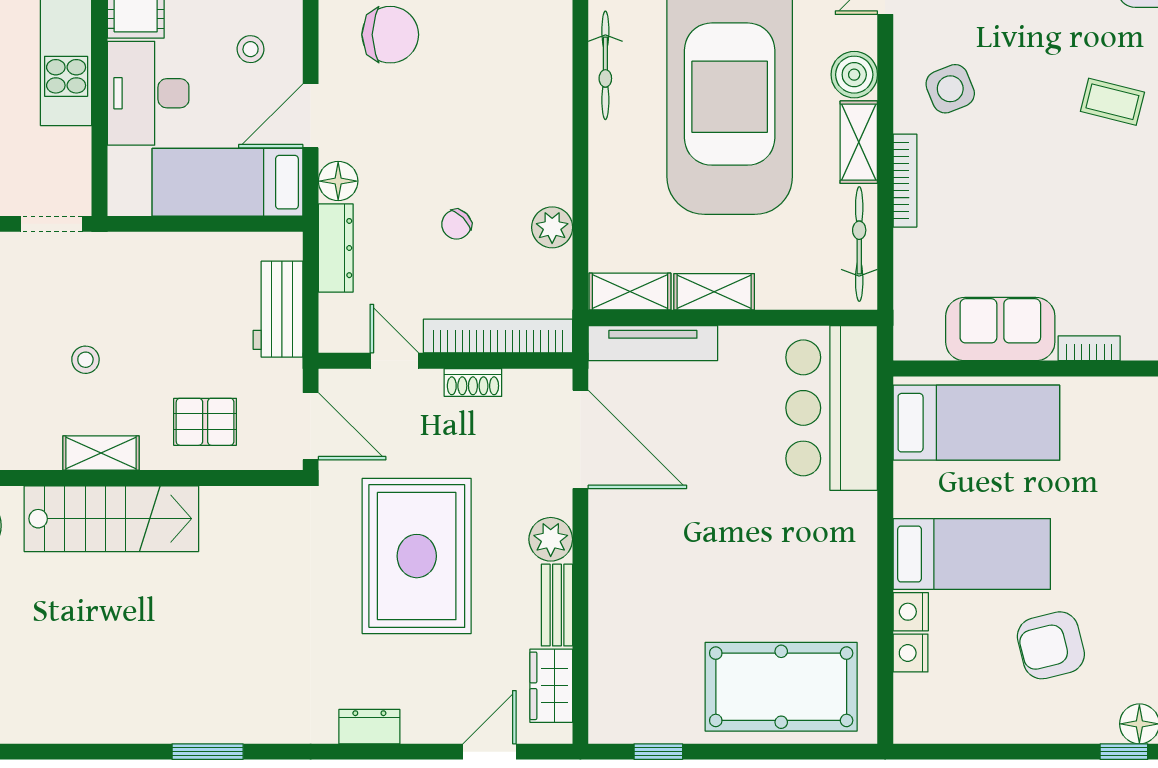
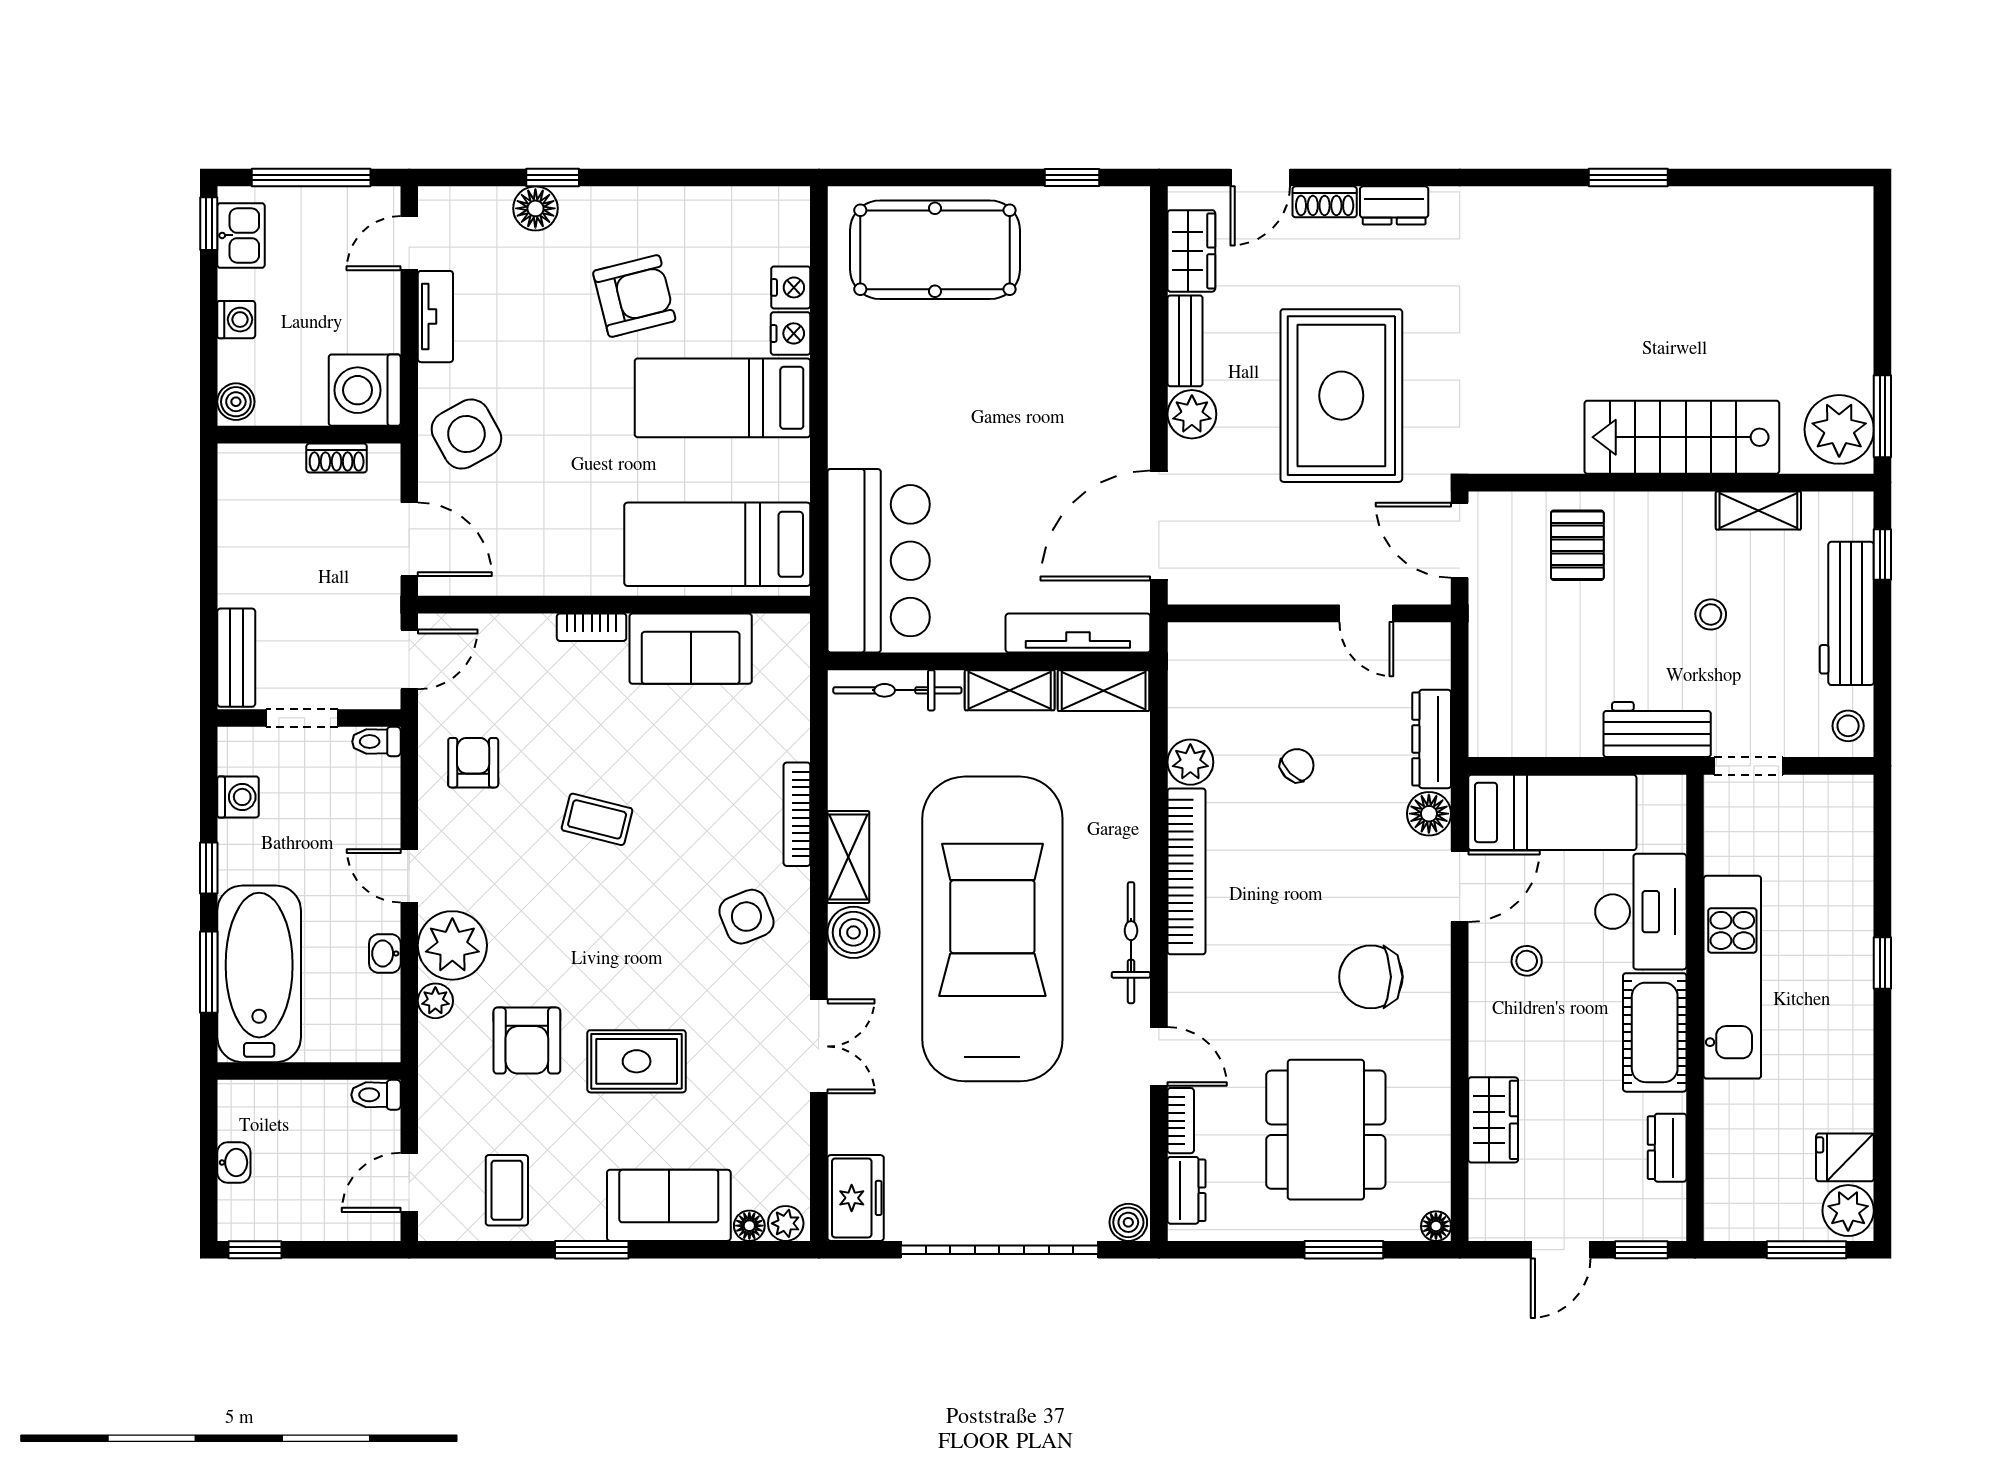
coffee table: (1112, 102) -> (597, 819), moved
bicycle: (859, 244) -> (897, 690), moved, turned 90
workbench: (278, 309) -> (1657, 730), moved, turned -90
bookcase: (498, 336) -> (1186, 871), moved, turned -90
shoe rack: (473, 382) -> (1325, 202), moved, turned 180
pallet: (205, 422) -> (1577, 545), turned 90
door: (580, 439) -> (1159, 526), hinge flipped
shelving: (101, 453) -> (1758, 510), moved
window: (208, 752) -> (1628, 178), moved

